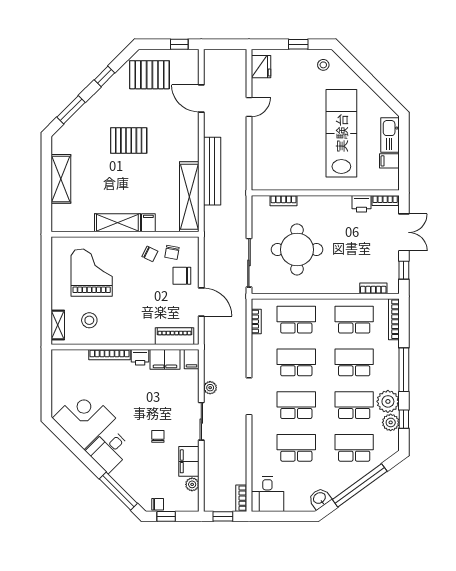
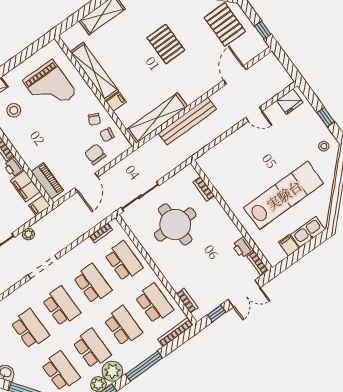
shelving: (117, 223) -> (94, 71), width x1.47
grand piano: (92, 273) -> (50, 87), turned 90

